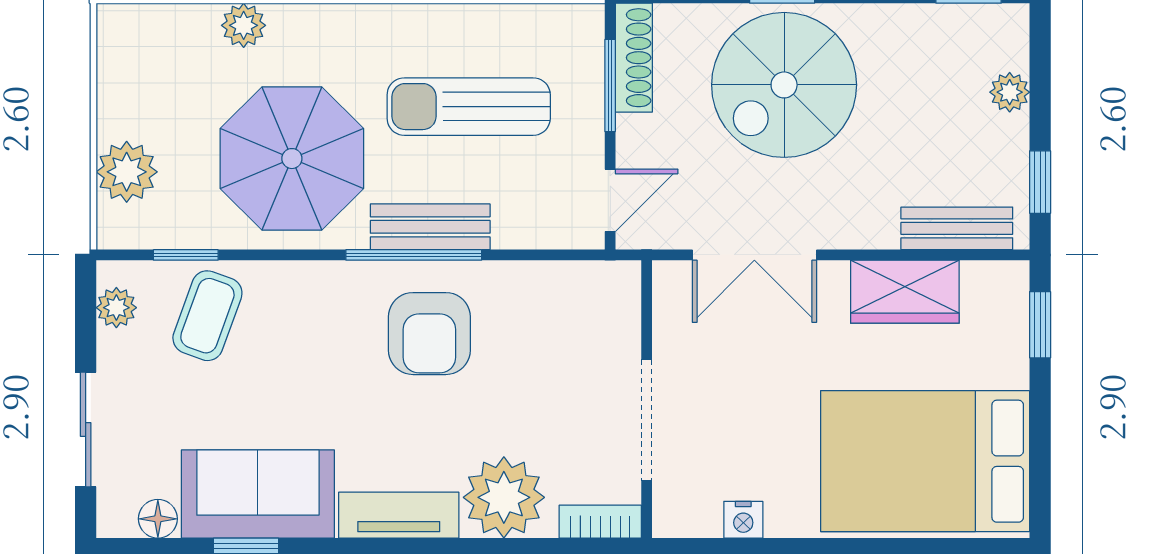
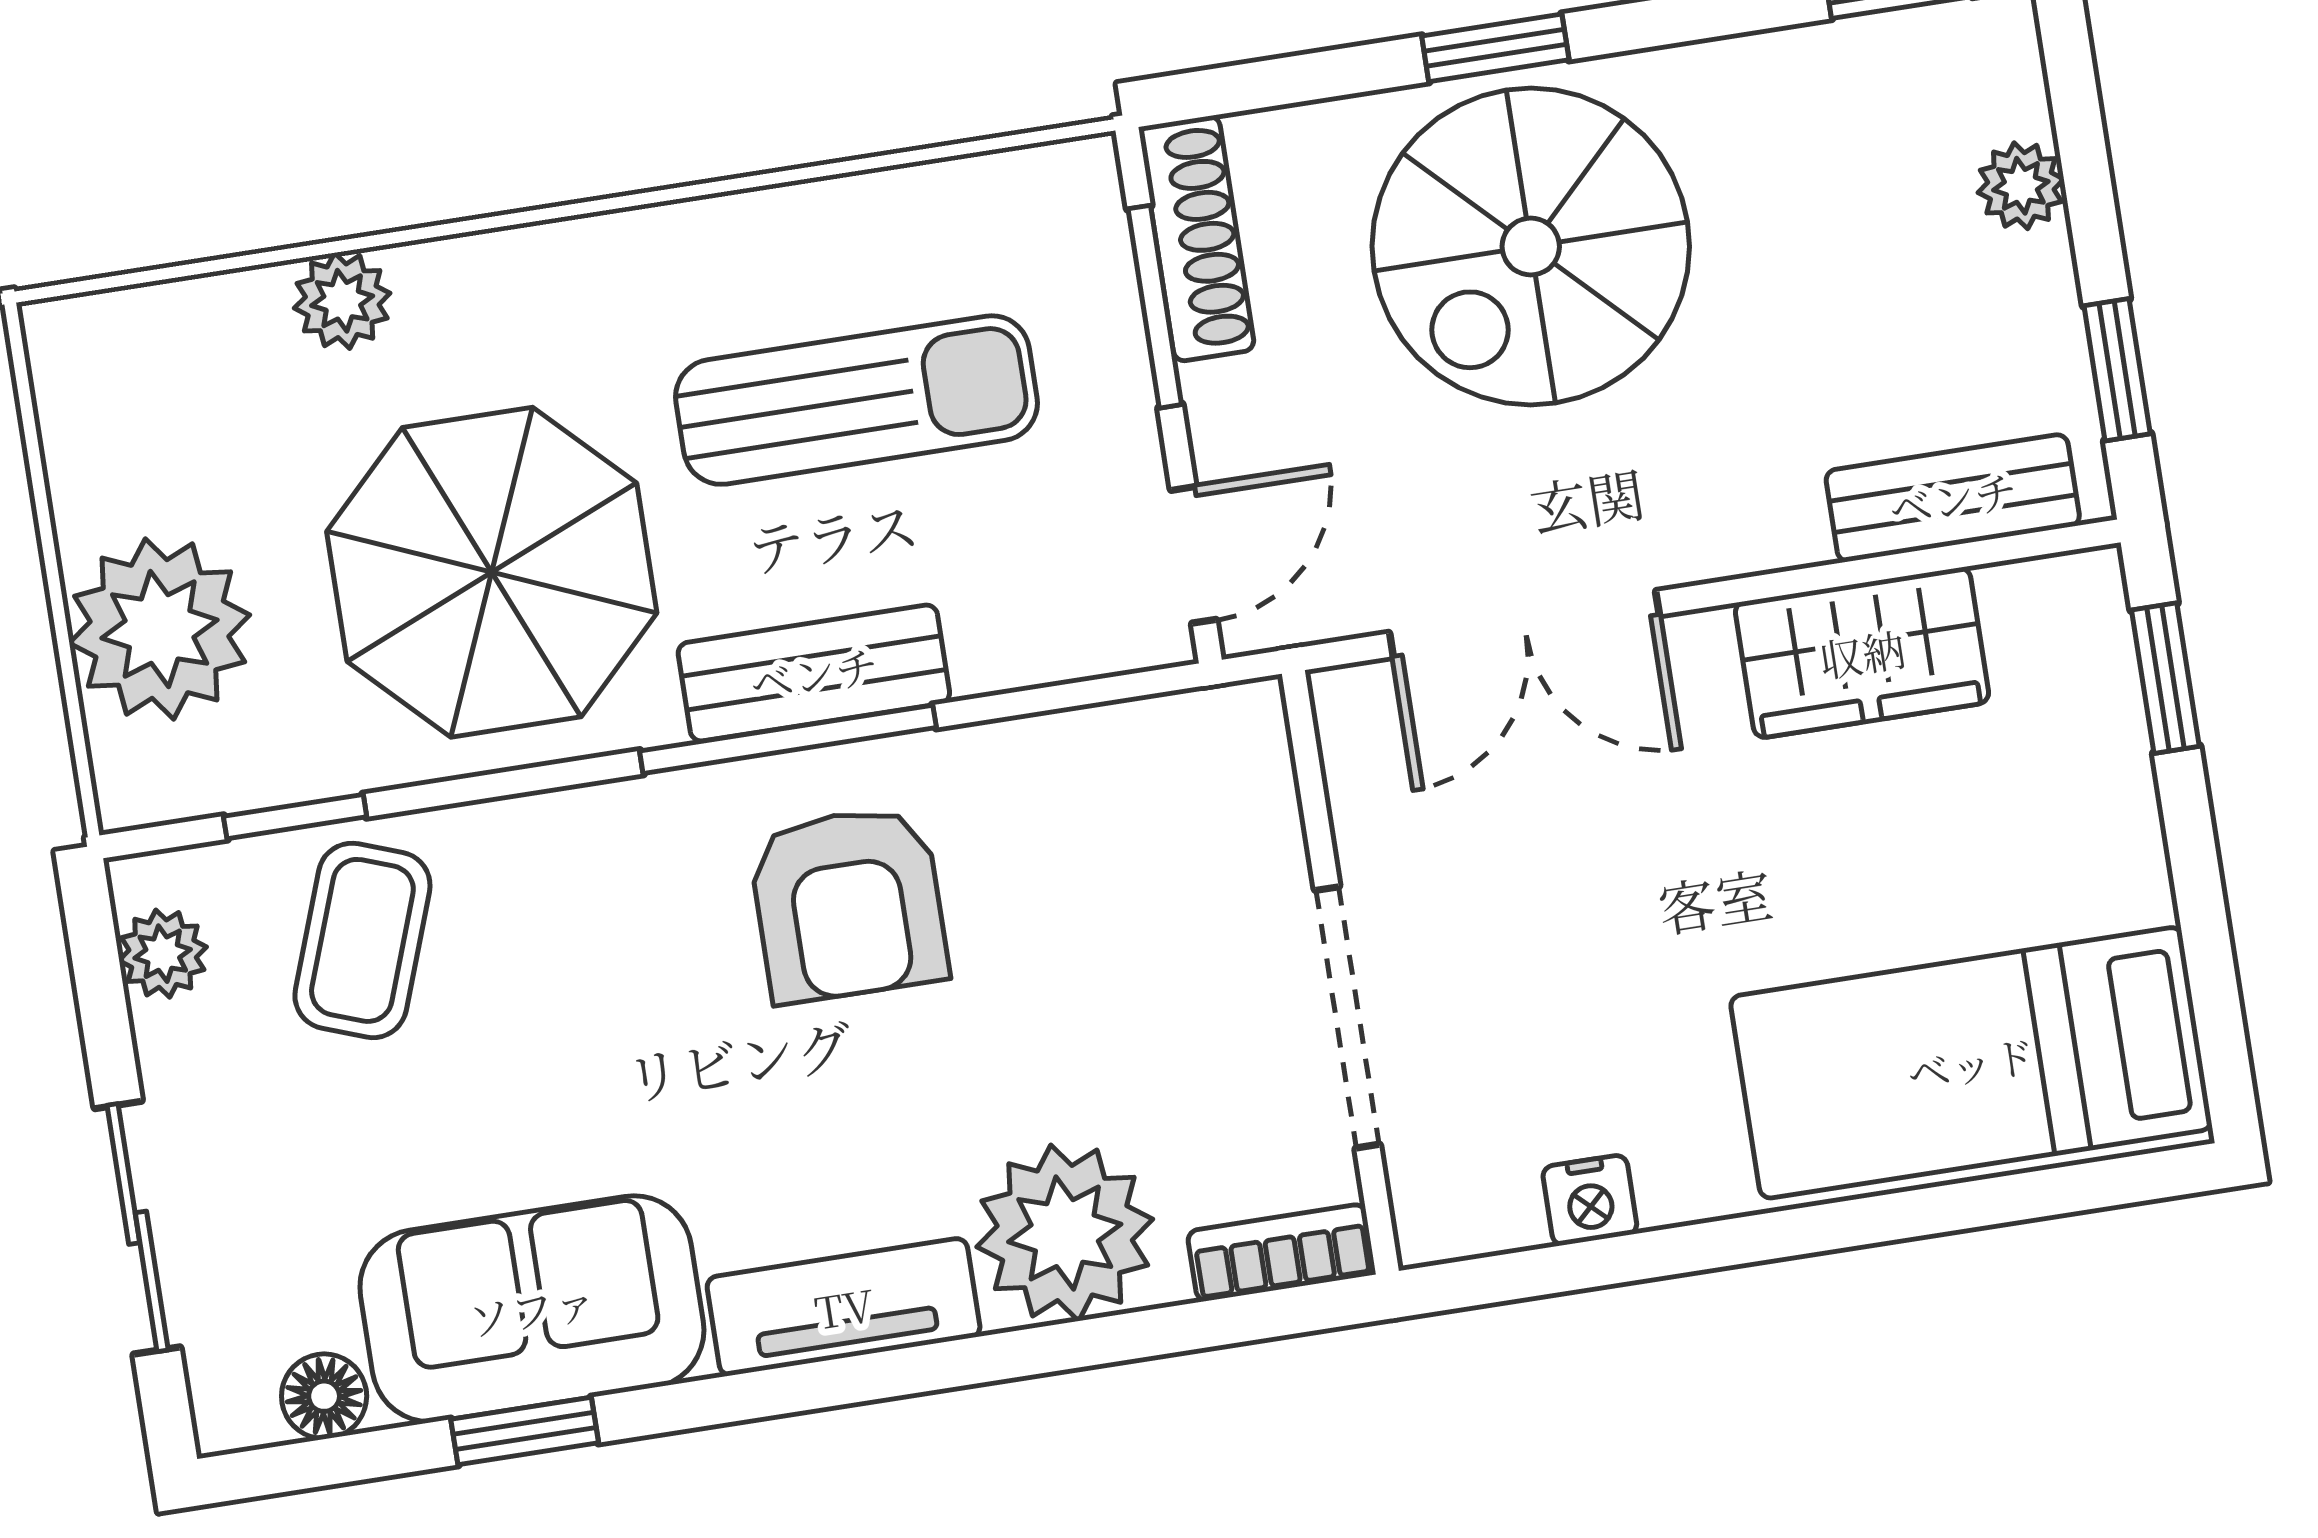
sun lounger: (469, 107) -> (856, 400), turned 180
plant: (127, 172) -> (160, 629), width x1.36, depth x1.36
bed: (925, 461) -> (1971, 1063), width x0.67

